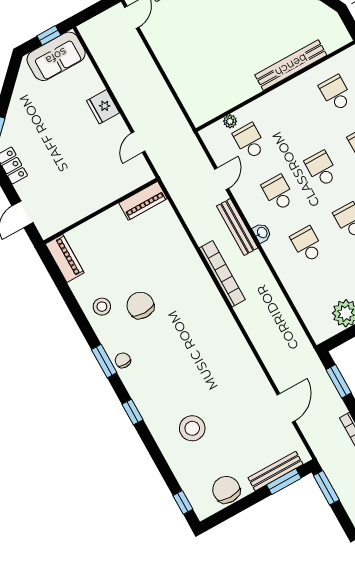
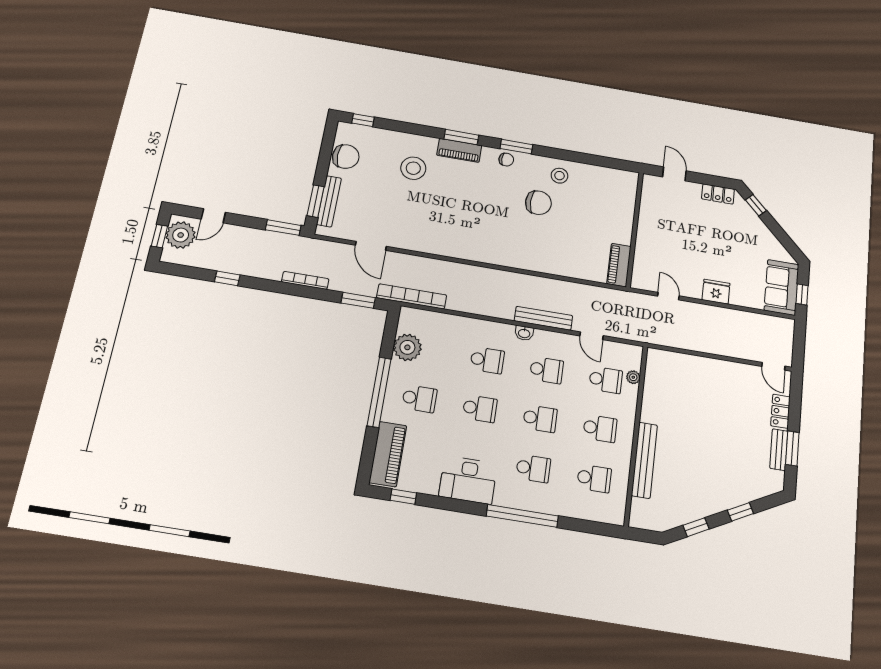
school desk: (293, 117) -> (600, 429), added
piano: (65, 258) -> (459, 150), moved
bookcase: (222, 274) -> (412, 296), moved, turned 180
window: (133, 412) -> (461, 137), width x1.50

